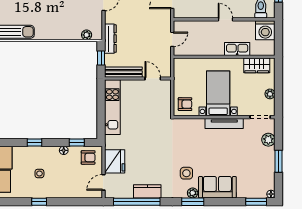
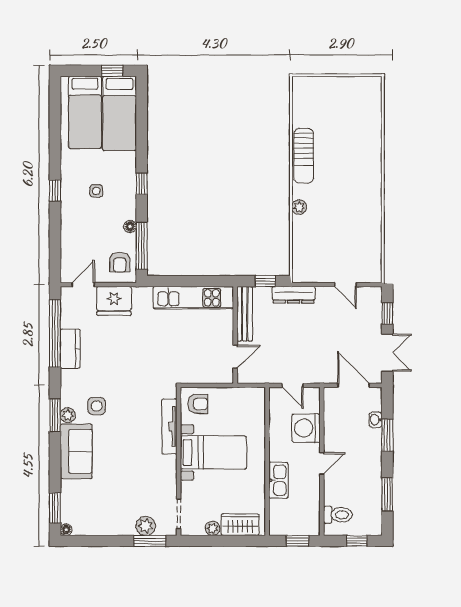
washing machine: (265, 30) -> (306, 428), moved
plant: (87, 35) -> (299, 207), moved
window: (279, 36) -> (298, 541), added
wardrobe: (257, 65) -> (240, 525), moved, turned 90
armchair: (185, 104) -> (198, 404), turned -90
tv unit: (224, 123) -> (169, 427), moved
window: (77, 143) -> (142, 246), width x2.17
window: (279, 161) -> (150, 541), moved
door: (103, 182) -> (83, 285), hinge flipped

